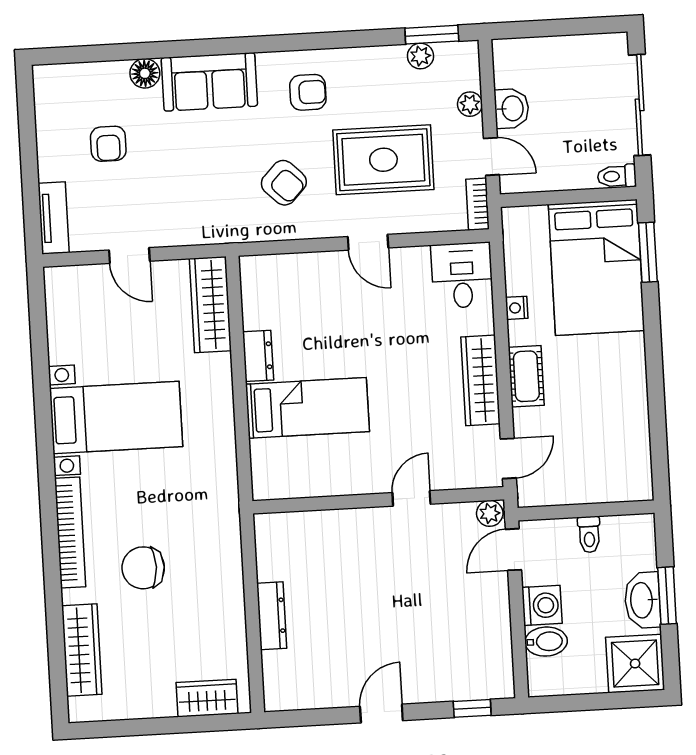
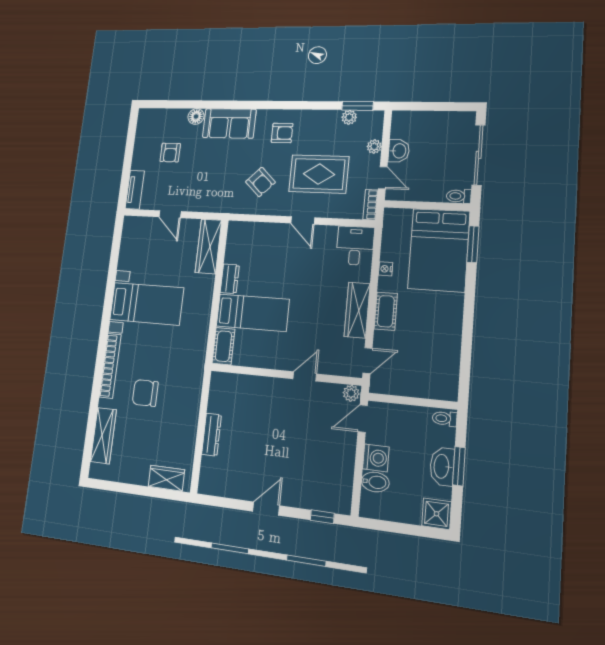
cot: (267, 470) -> (223, 346), added
toilet: (589, 535) -> (445, 419), moved, turned 90
shower: (635, 664) -> (437, 514), width x0.73, depth x0.73

